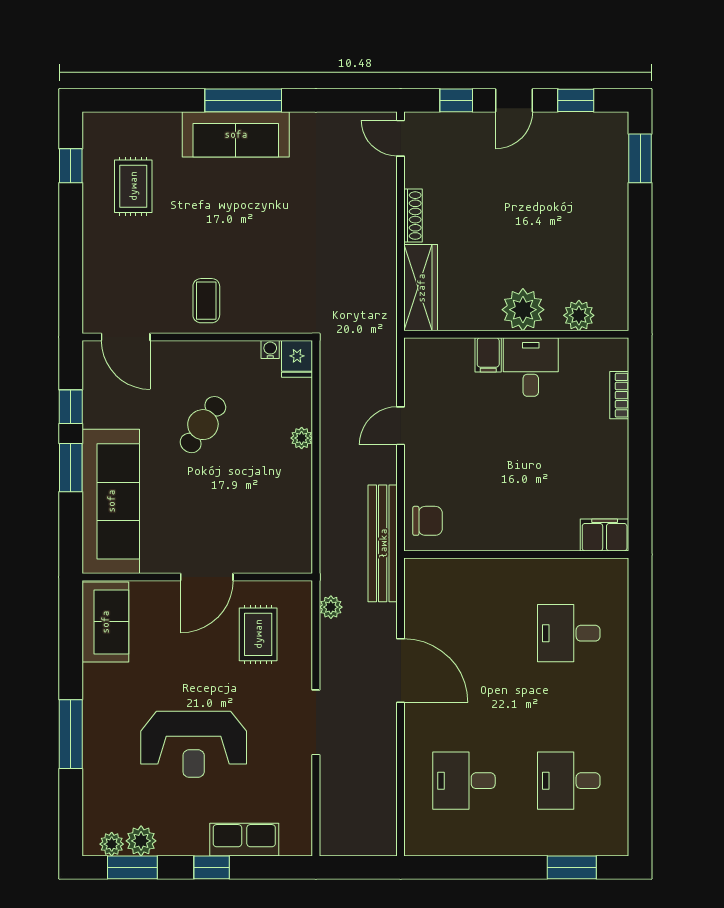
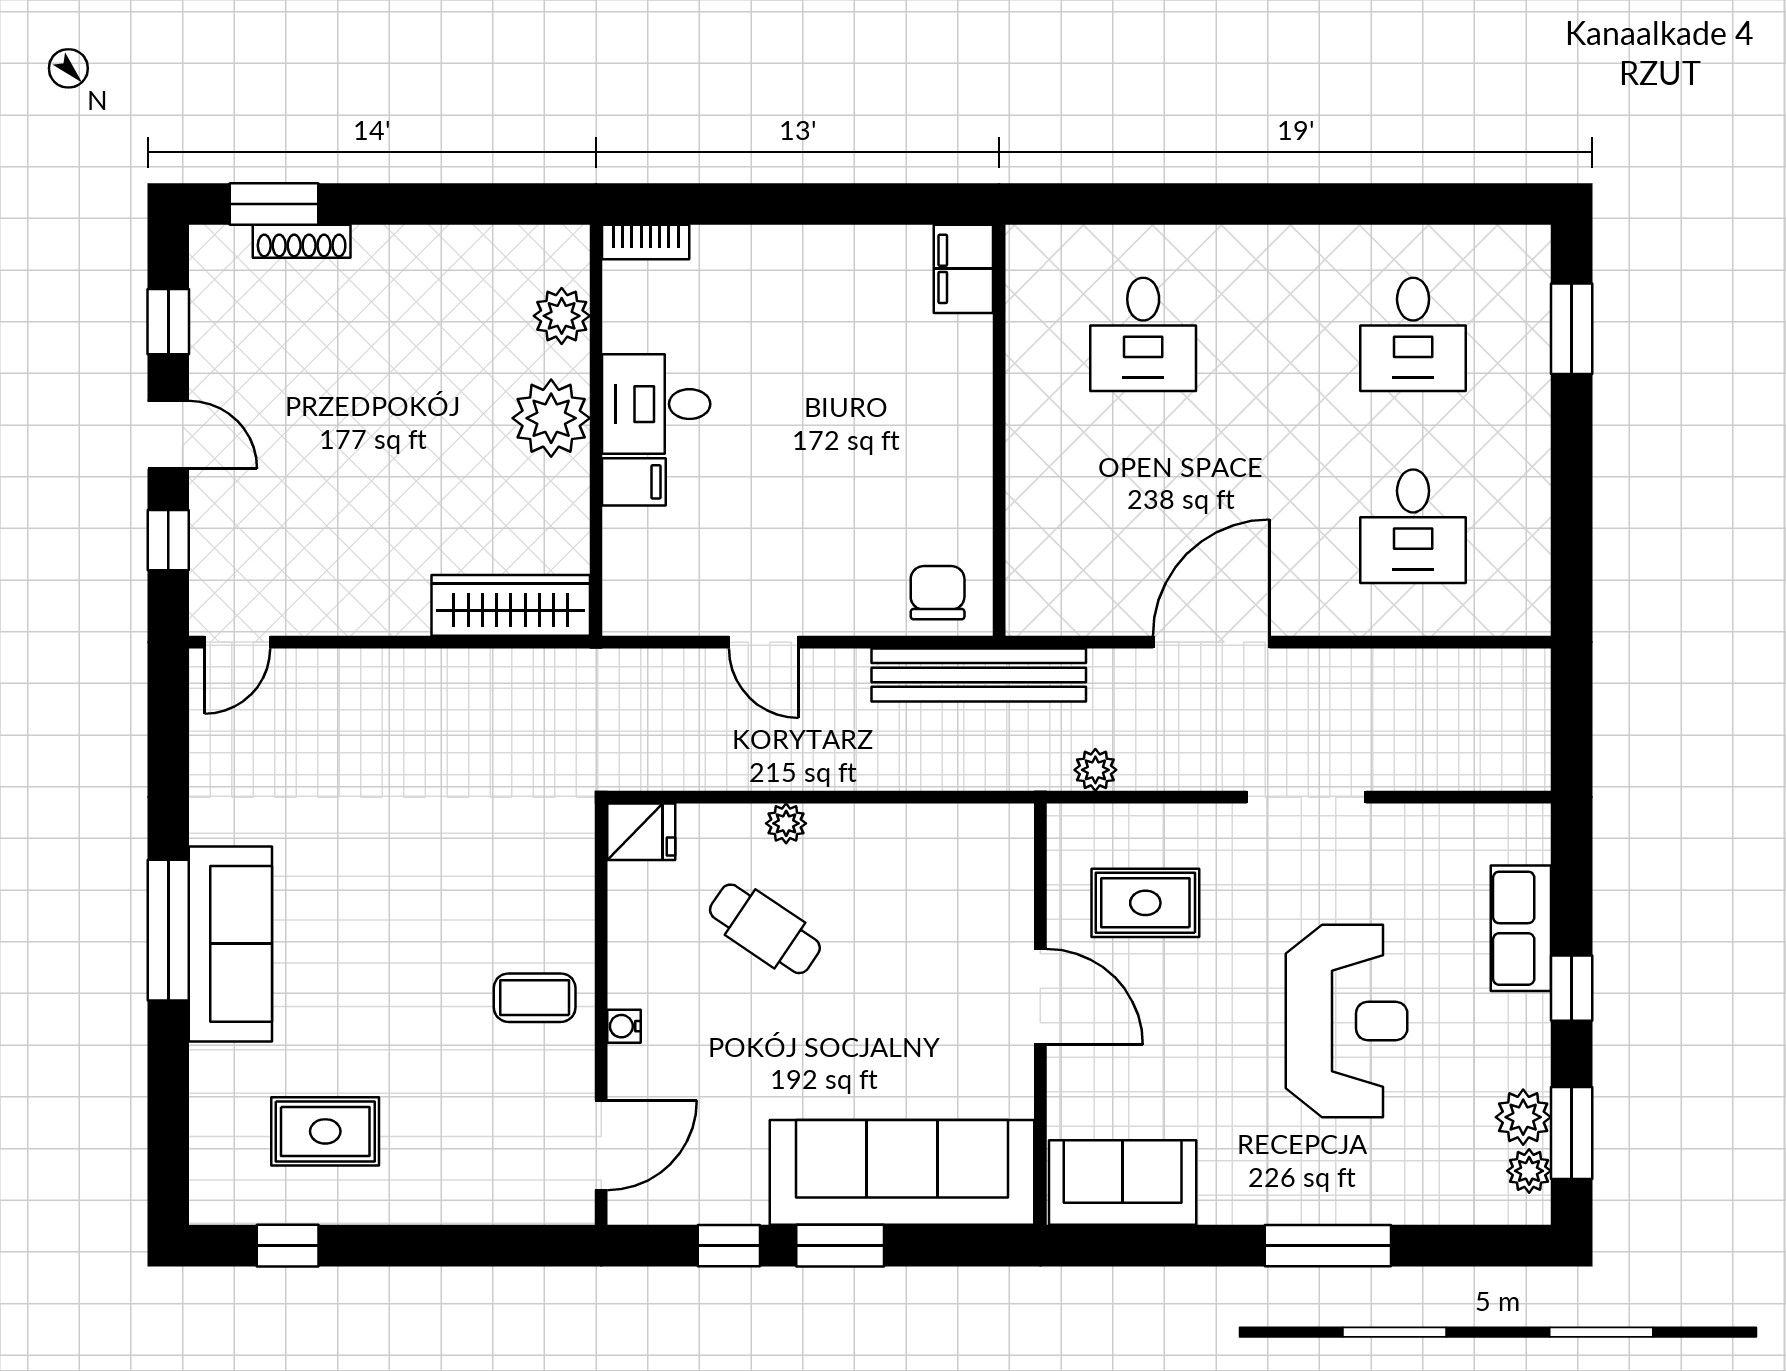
shoe rack: (413, 216) -> (302, 241), moved, turned 180
water cooler: (270, 349) -> (624, 1026), moved
bookcase: (619, 395) -> (646, 242), moved
cafe table: (203, 425) -> (765, 929), moved

